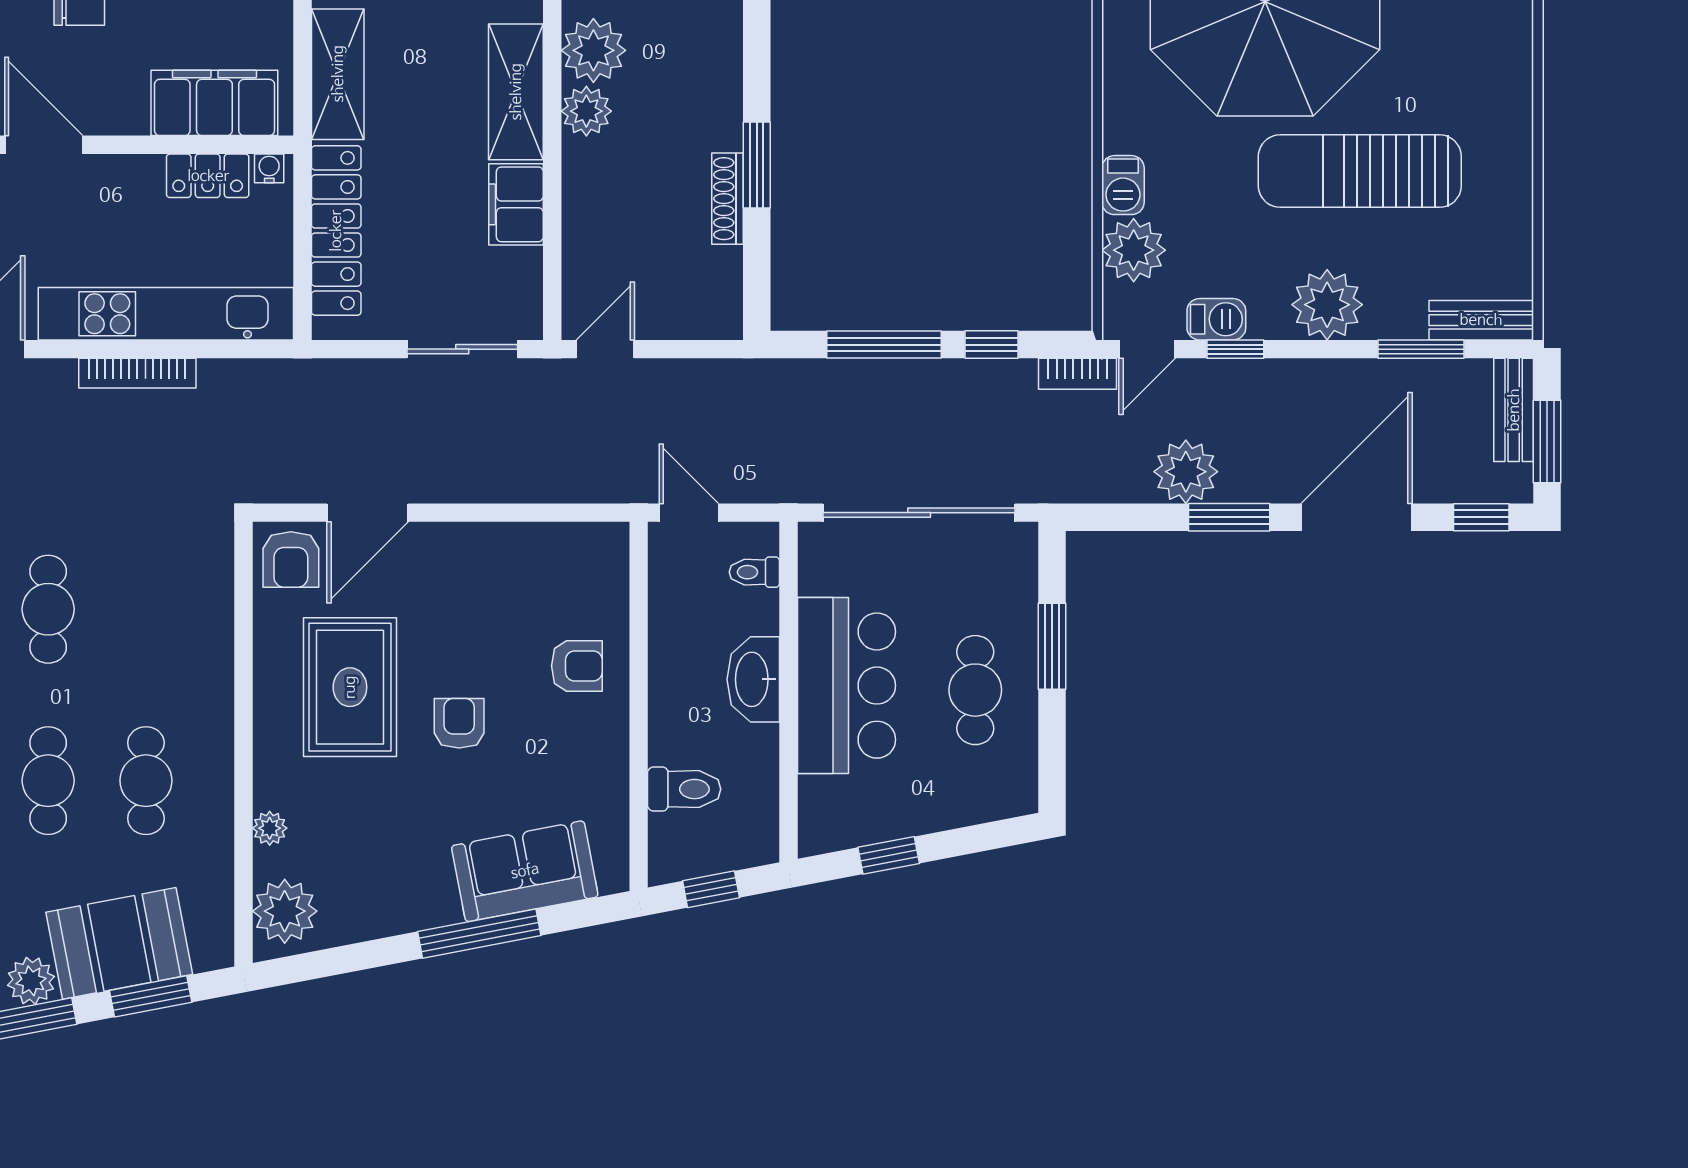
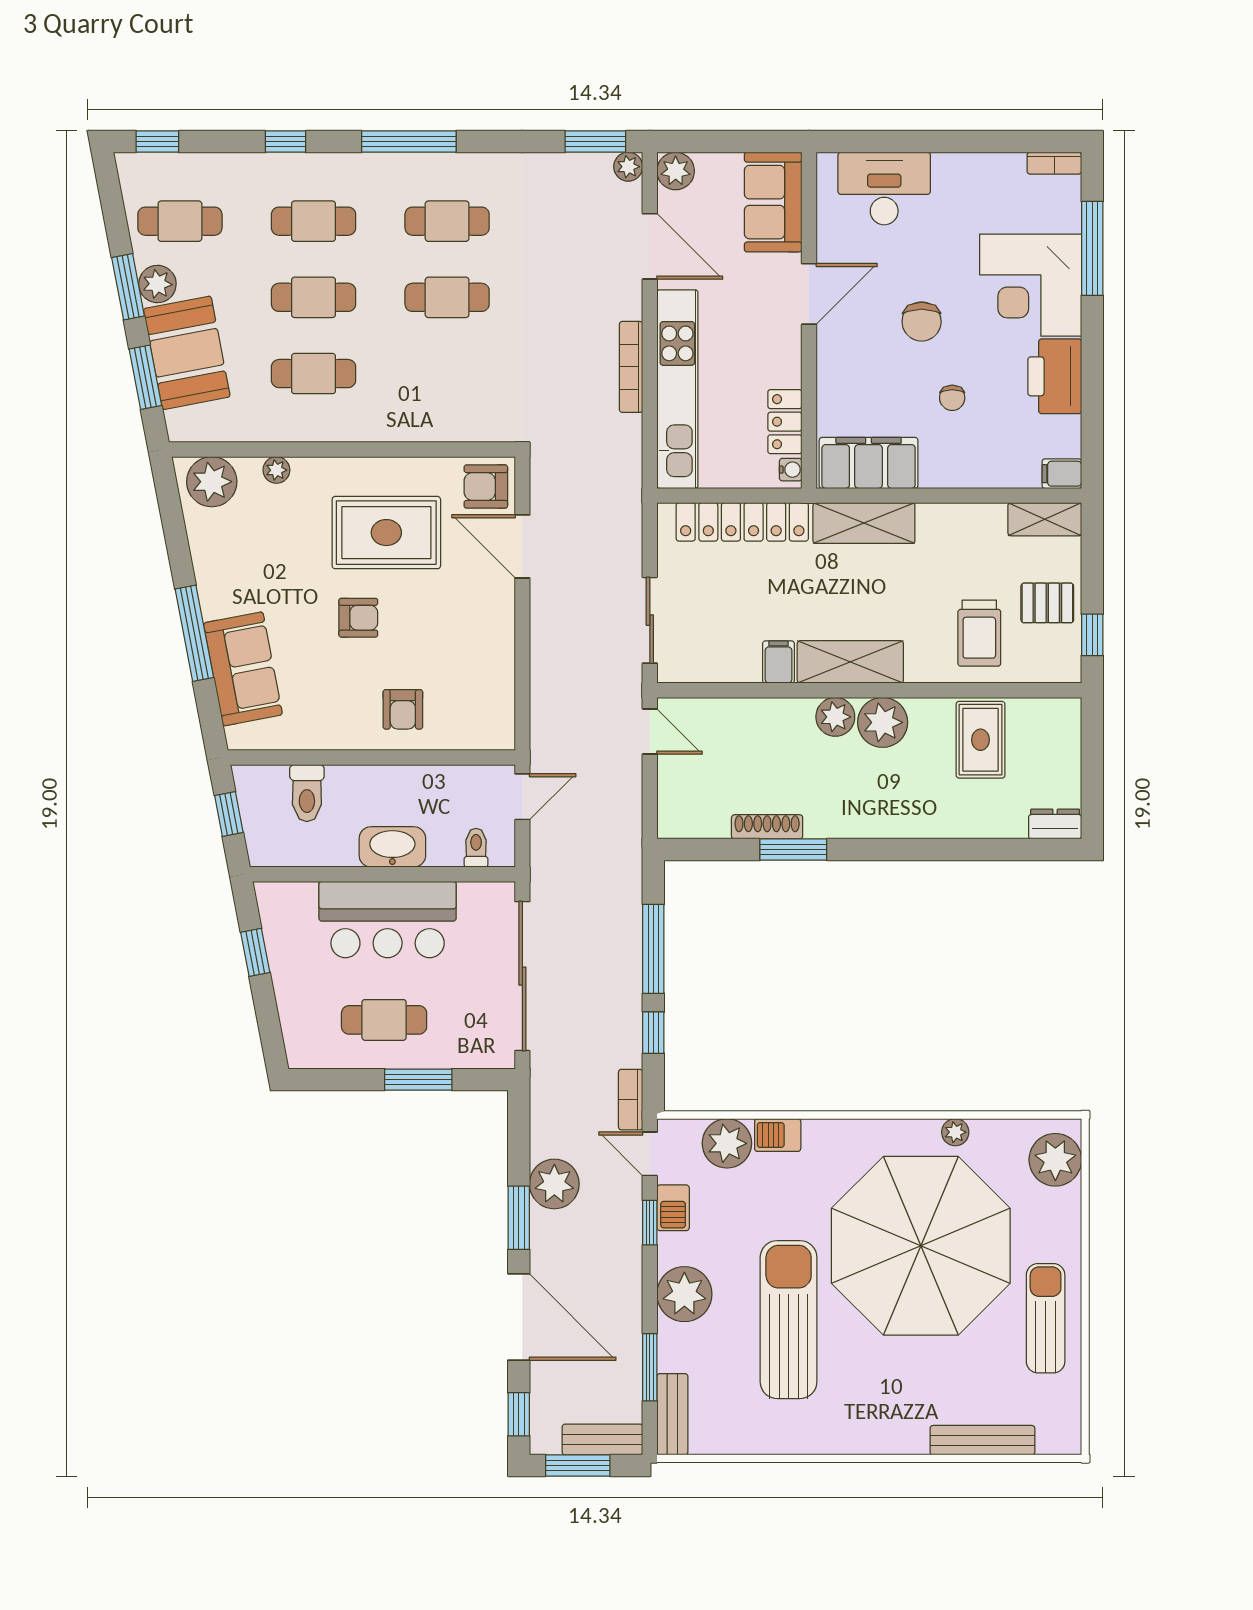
filing cabinet: (214, 103) -> (869, 463), moved, turned -90
filing cabinet: (516, 204) -> (779, 662), width x0.50

